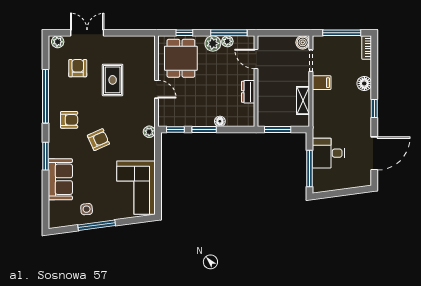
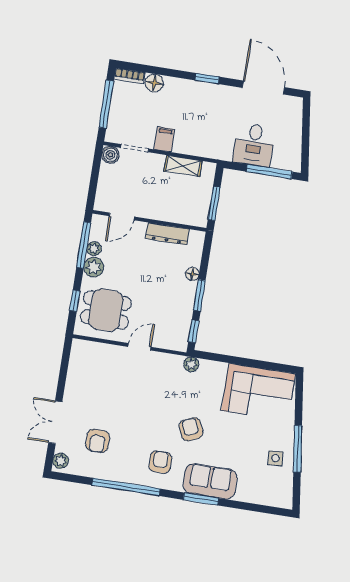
armchair: (78, 68) -> (98, 441), turned -90
rug: (113, 80) -> (119, 400), removed
floor lamp: (364, 83) -> (154, 83), moved
dresser: (248, 92) -> (167, 234), width x1.44
sofa: (60, 179) -> (210, 481), moved

